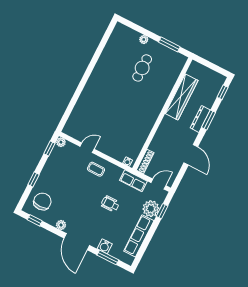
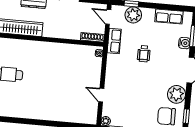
coffee table: (96, 169) -> (117, 79), removed
plant: (61, 225) -> (176, 94), width x1.87, depth x1.87
row of seats: (139, 236) -> (169, 16), width x0.68

